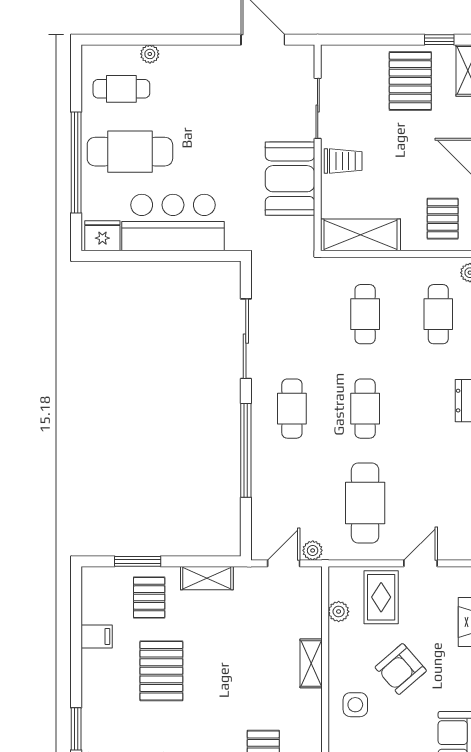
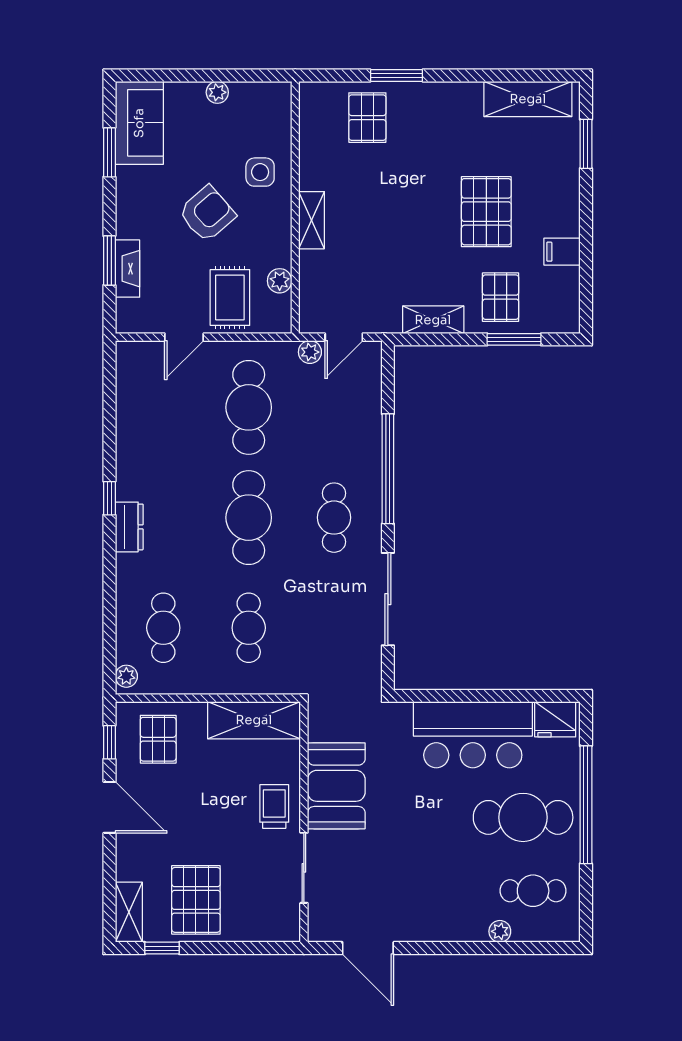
trolley: (343, 161) -> (274, 807), turned 90
cafe table: (365, 409) -> (249, 518), width x1.37, depth x1.35

